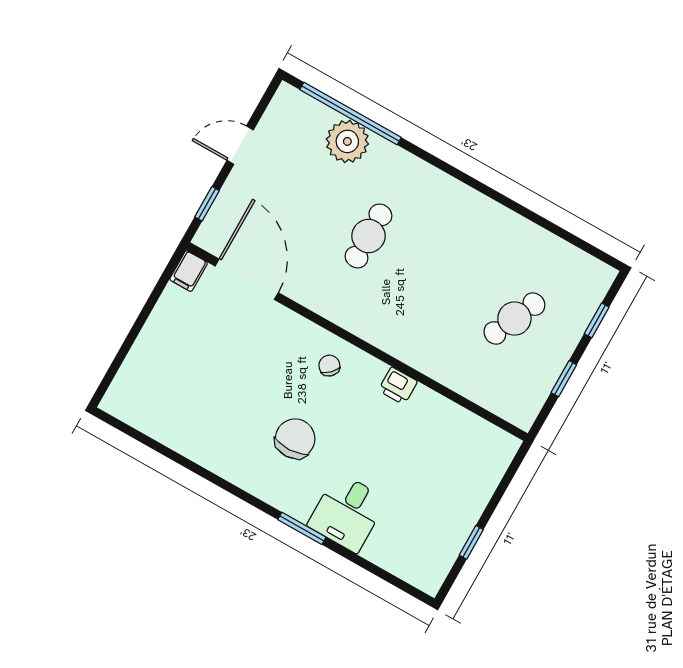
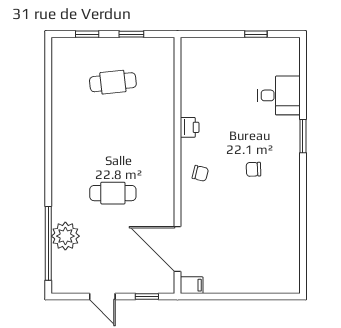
door: (247, 279) -> (178, 249), hinge flipped
cafe table: (514, 319) -> (113, 82), turned -30
chair: (329, 366) -> (200, 173), turned -121
chair: (295, 439) -> (254, 169), width x0.54, depth x0.54
desk: (347, 512) -> (279, 95), moved

